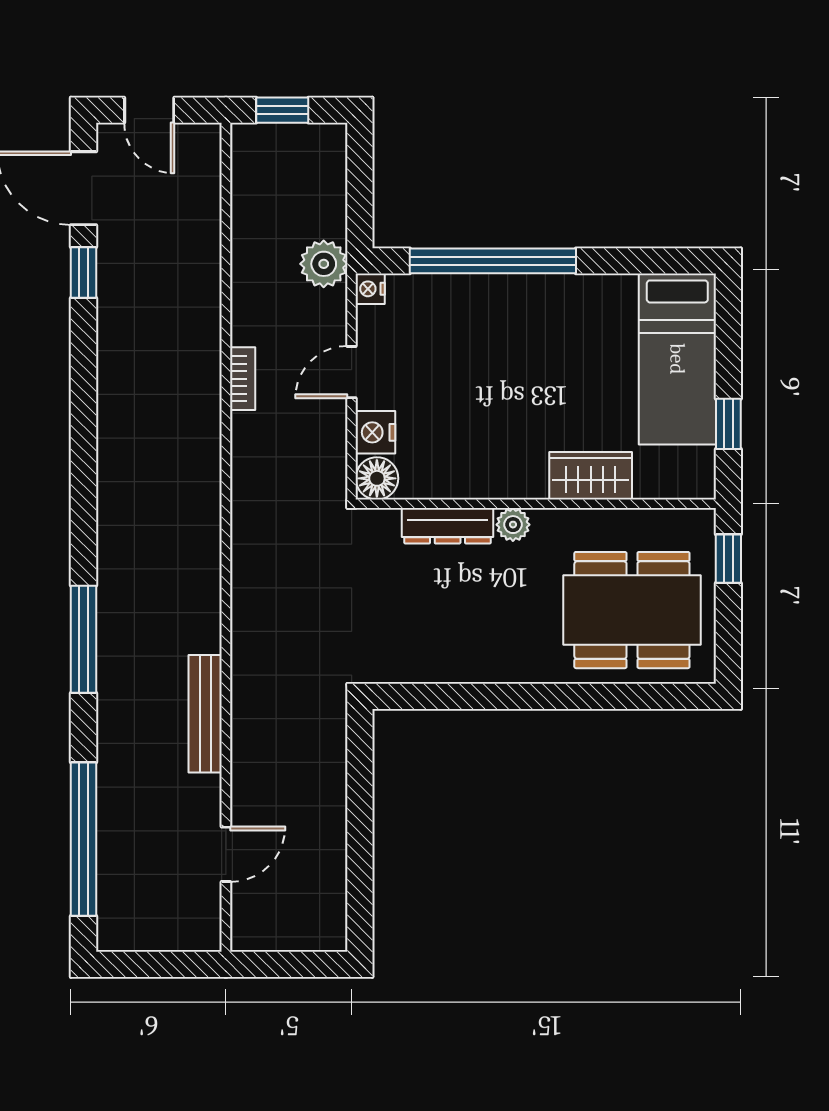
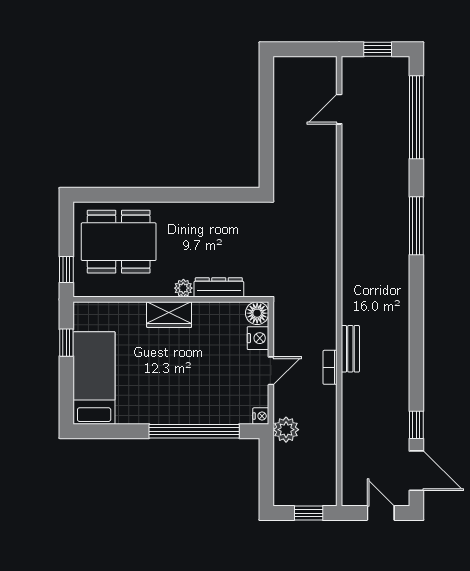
wardrobe: (591, 476) -> (169, 315), moved
bench: (205, 714) -> (350, 349), moved, width x0.73
window: (155, 964) -> (378, 49), added

